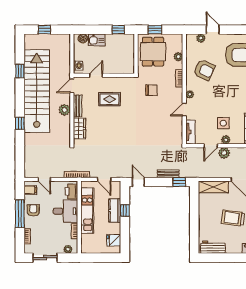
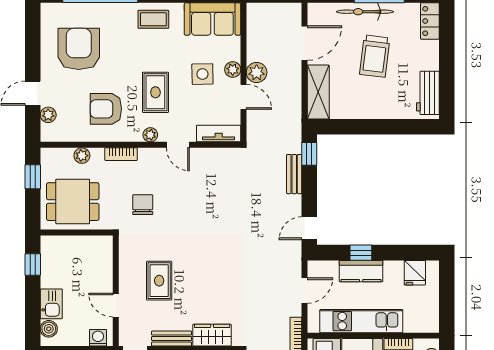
window: (155, 30) -> (33, 177), moved
armchair: (204, 70) -> (106, 109), turned -115
rug: (213, 97) -> (155, 92), added

